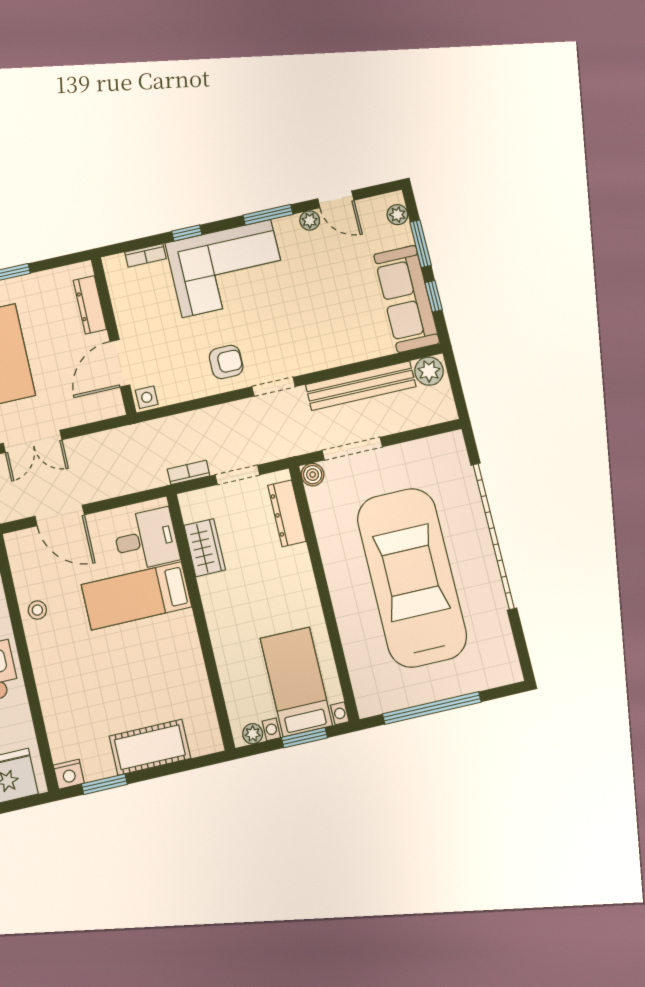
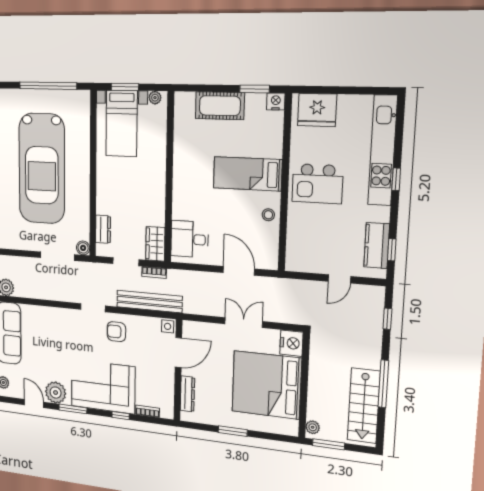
plant: (310, 220) -> (56, 393), width x1.88, depth x1.88
bench: (361, 386) -> (149, 302), moved
dresser: (287, 513) -> (103, 229), width x0.70
wardrobe: (205, 548) -> (155, 244), moved
bed: (136, 596) -> (247, 174), moved, turned 180

